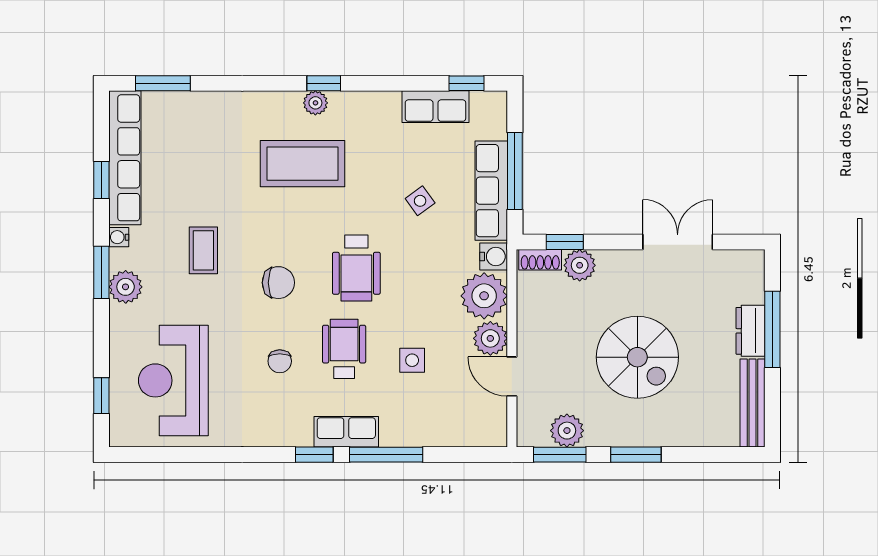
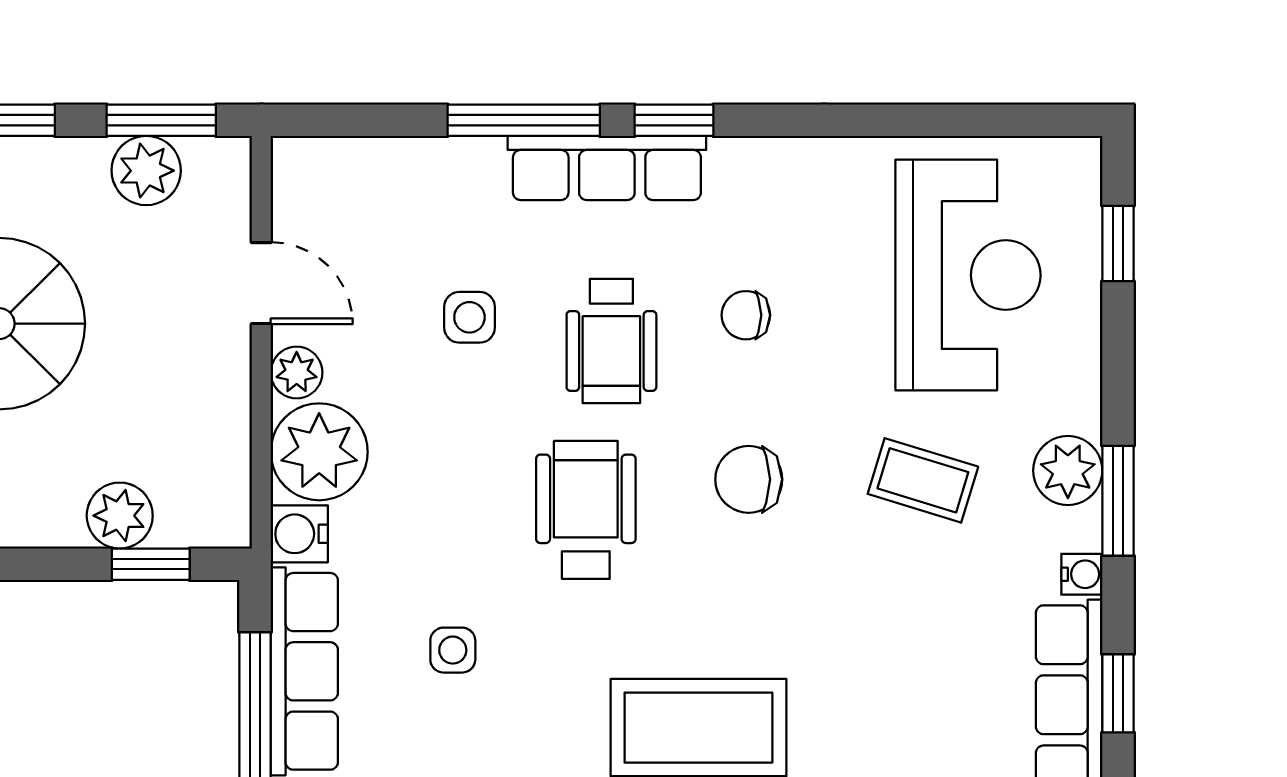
side table: (420, 201) -> (453, 650), turned 36
coffee table: (203, 250) -> (923, 480), moved, turned -73
shoe rack: (540, 260) -> (202, 527), removed
plant: (490, 338) -> (297, 373), width x0.73, depth x0.73
chair: (280, 361) -> (746, 315), turned -90
row of seats: (346, 432) -> (607, 168), width x1.48

